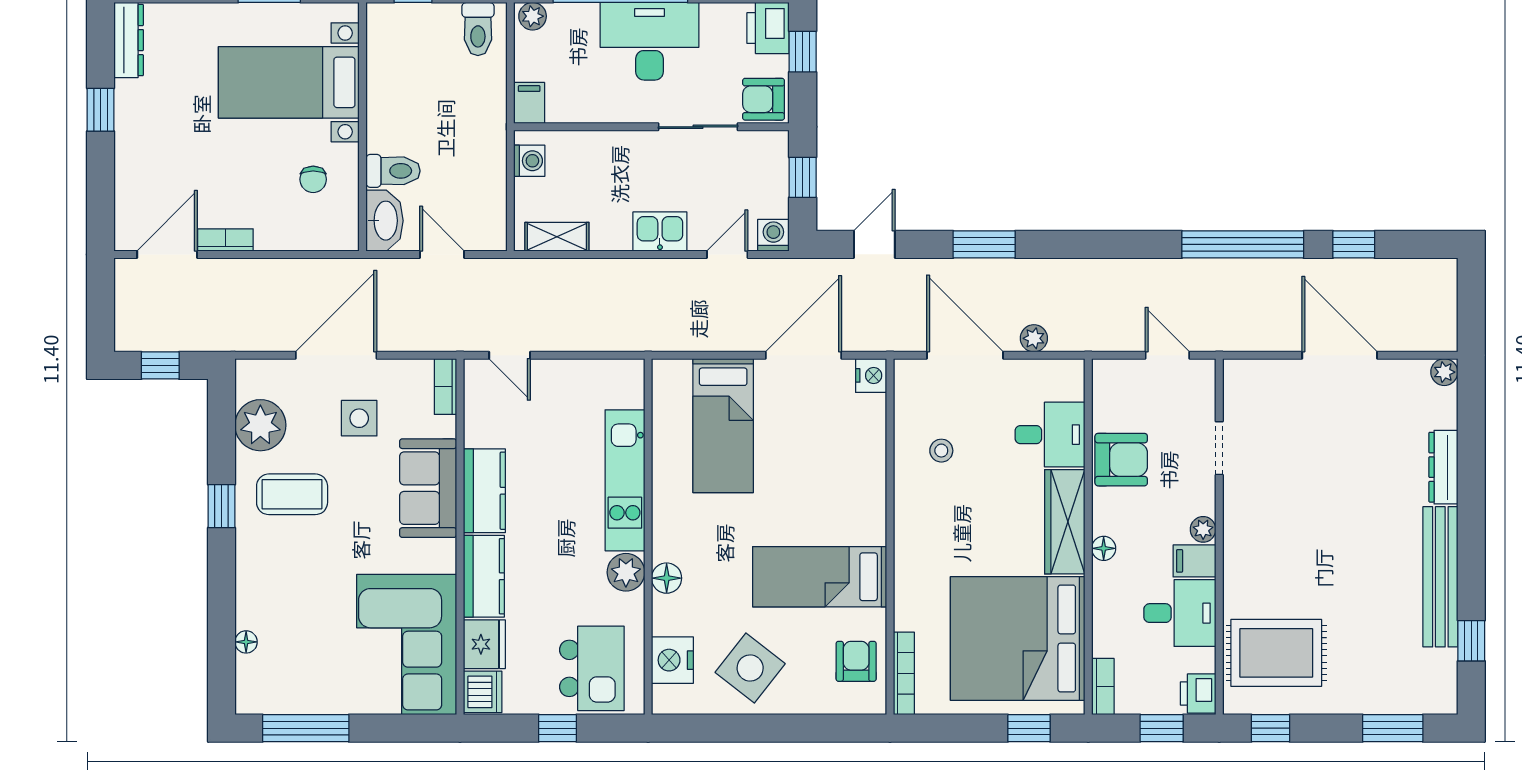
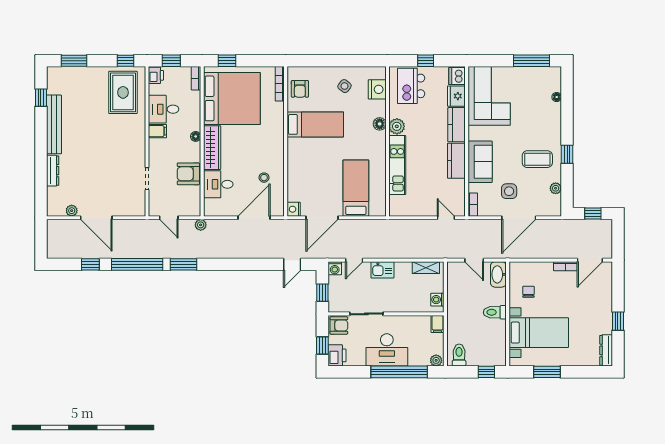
toilet: (393, 171) -> (495, 312), moved
window: (984, 244) -> (183, 264), moved
plant: (1034, 338) -> (201, 225), moved
door: (965, 355) -> (254, 218), swing flipped
plant: (1444, 372) -> (72, 211), moved
plant: (260, 425) -> (556, 188), width x0.53, depth x0.53
plant: (1203, 529) -> (154, 144), removed
rug: (1276, 653) -> (123, 92), turned 90
side table: (750, 668) -> (344, 86), width x0.54, depth x0.54

